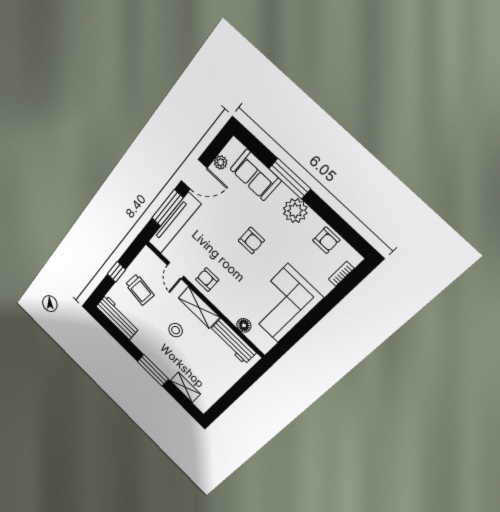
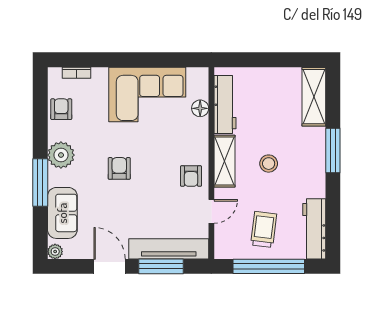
plant: (221, 162) -> (55, 252), moved
window: (116, 272) -> (269, 266), width x3.17
shelving: (185, 387) -> (314, 97), width x1.50, depth x1.33

